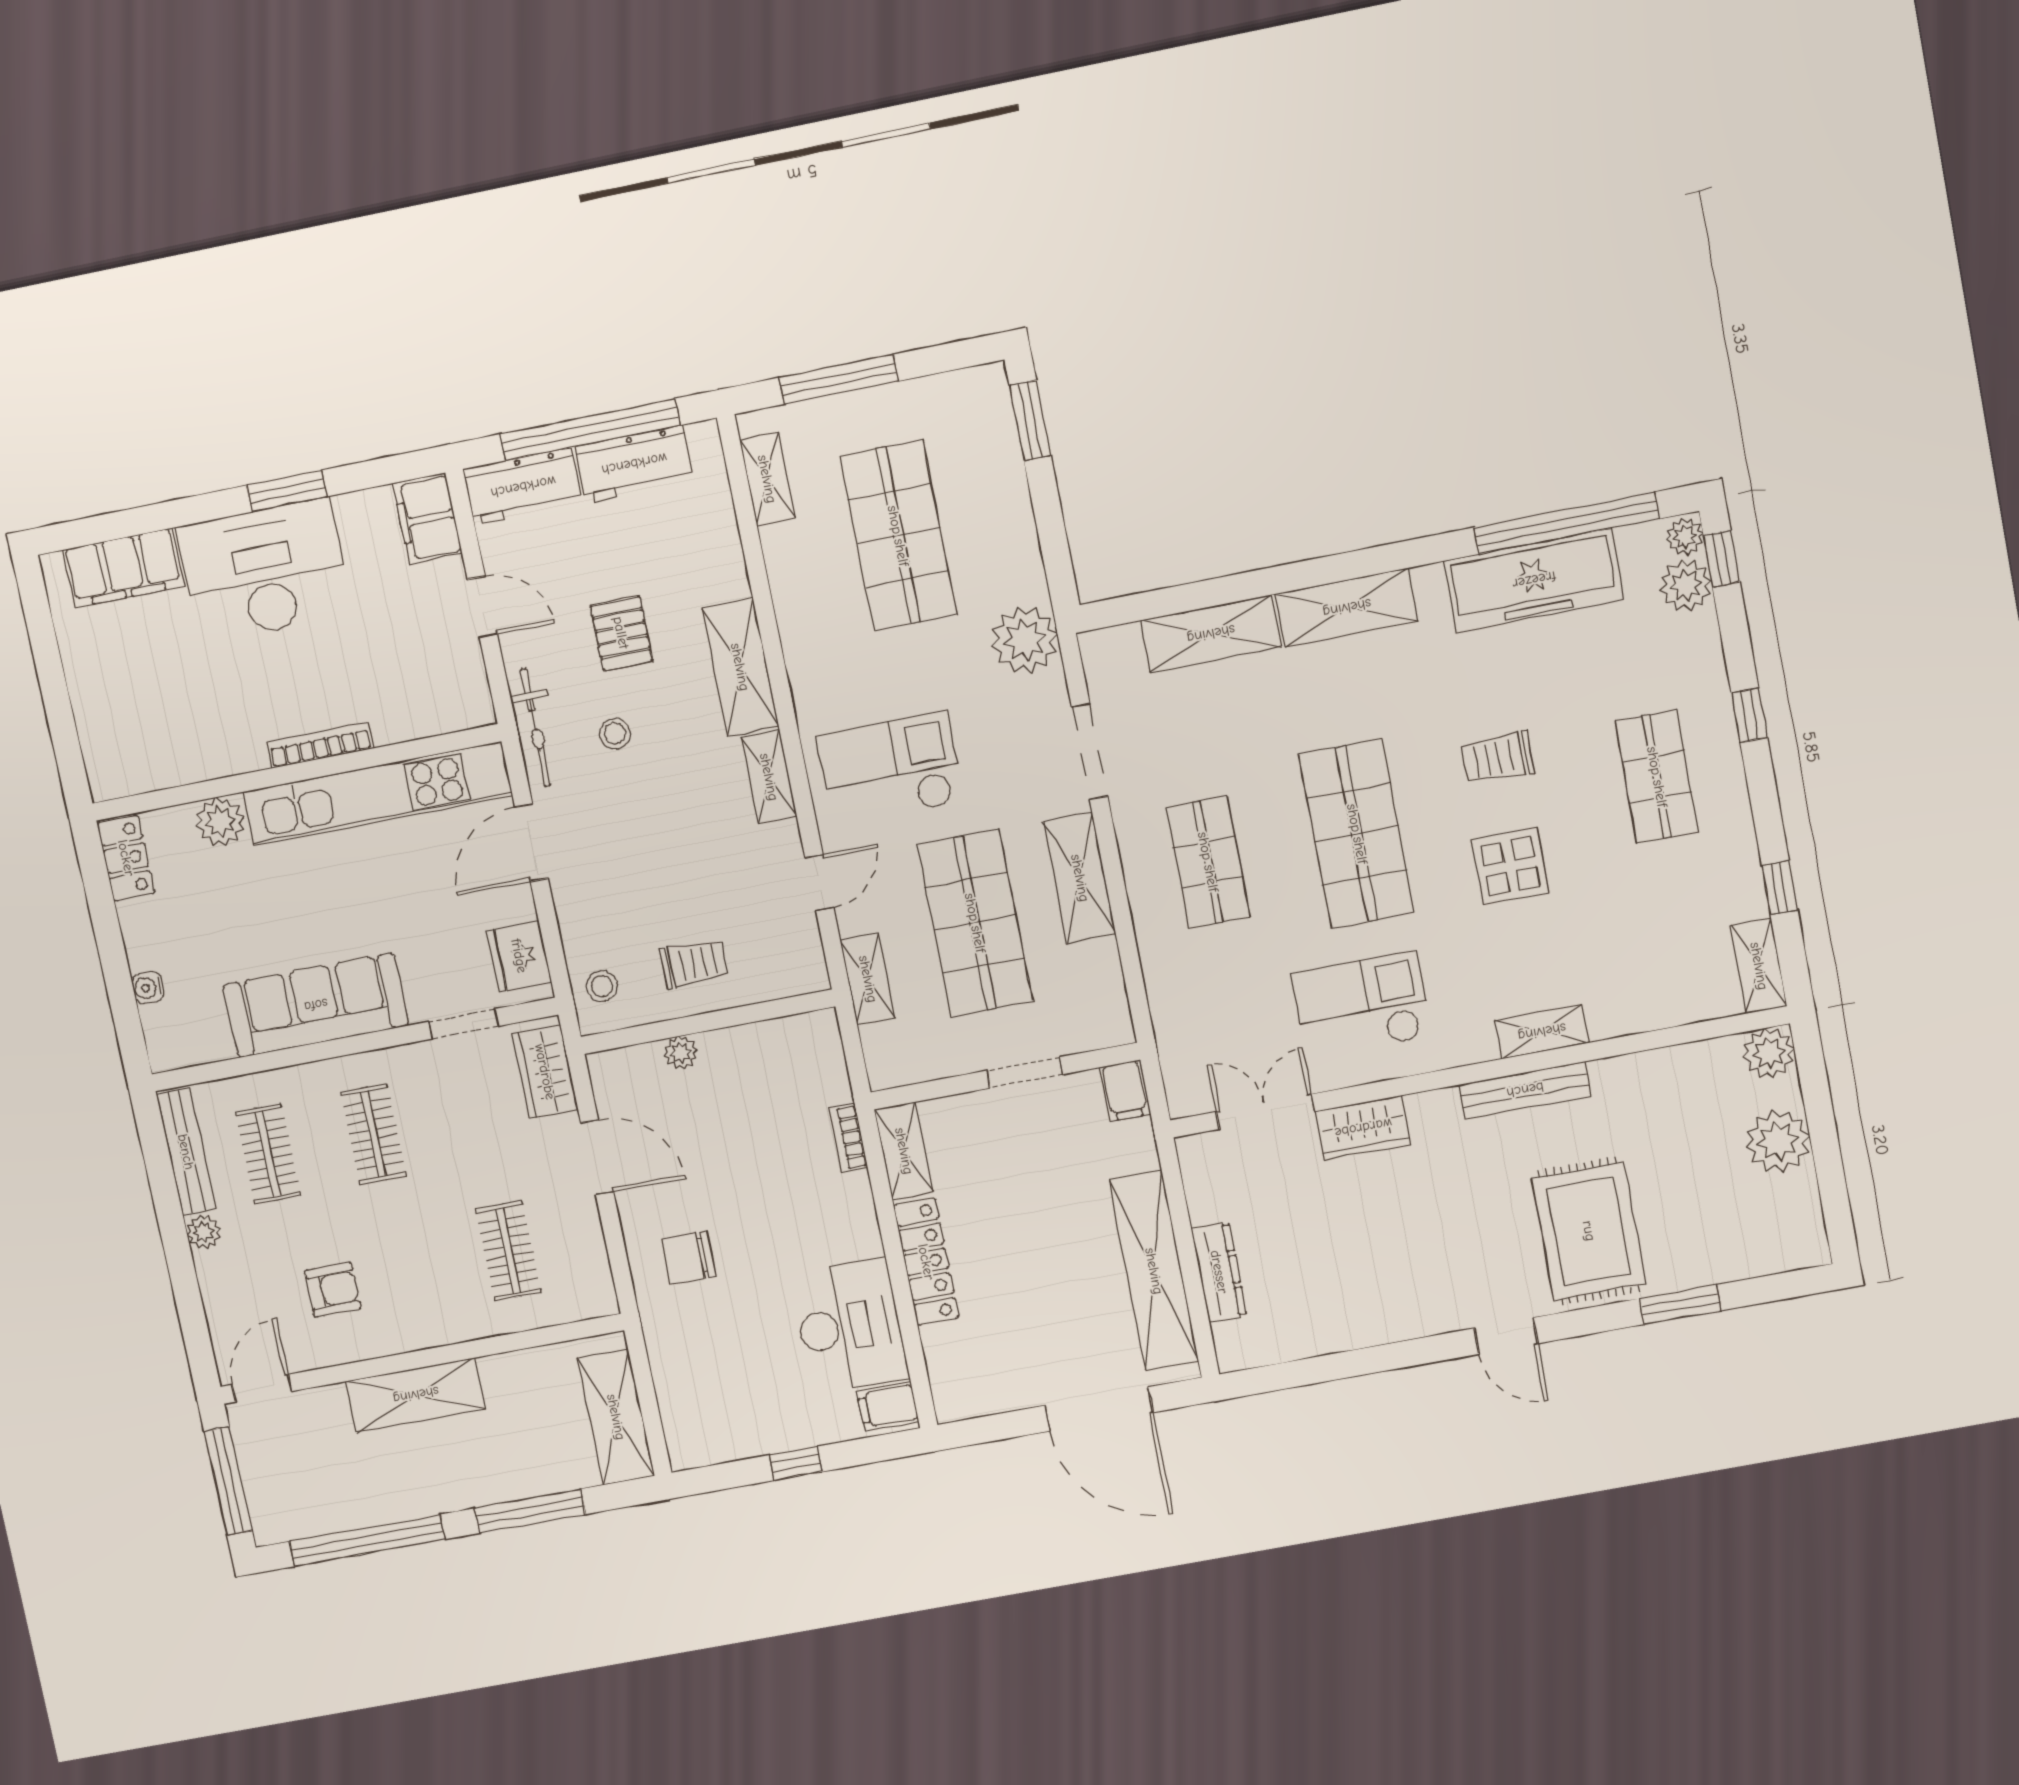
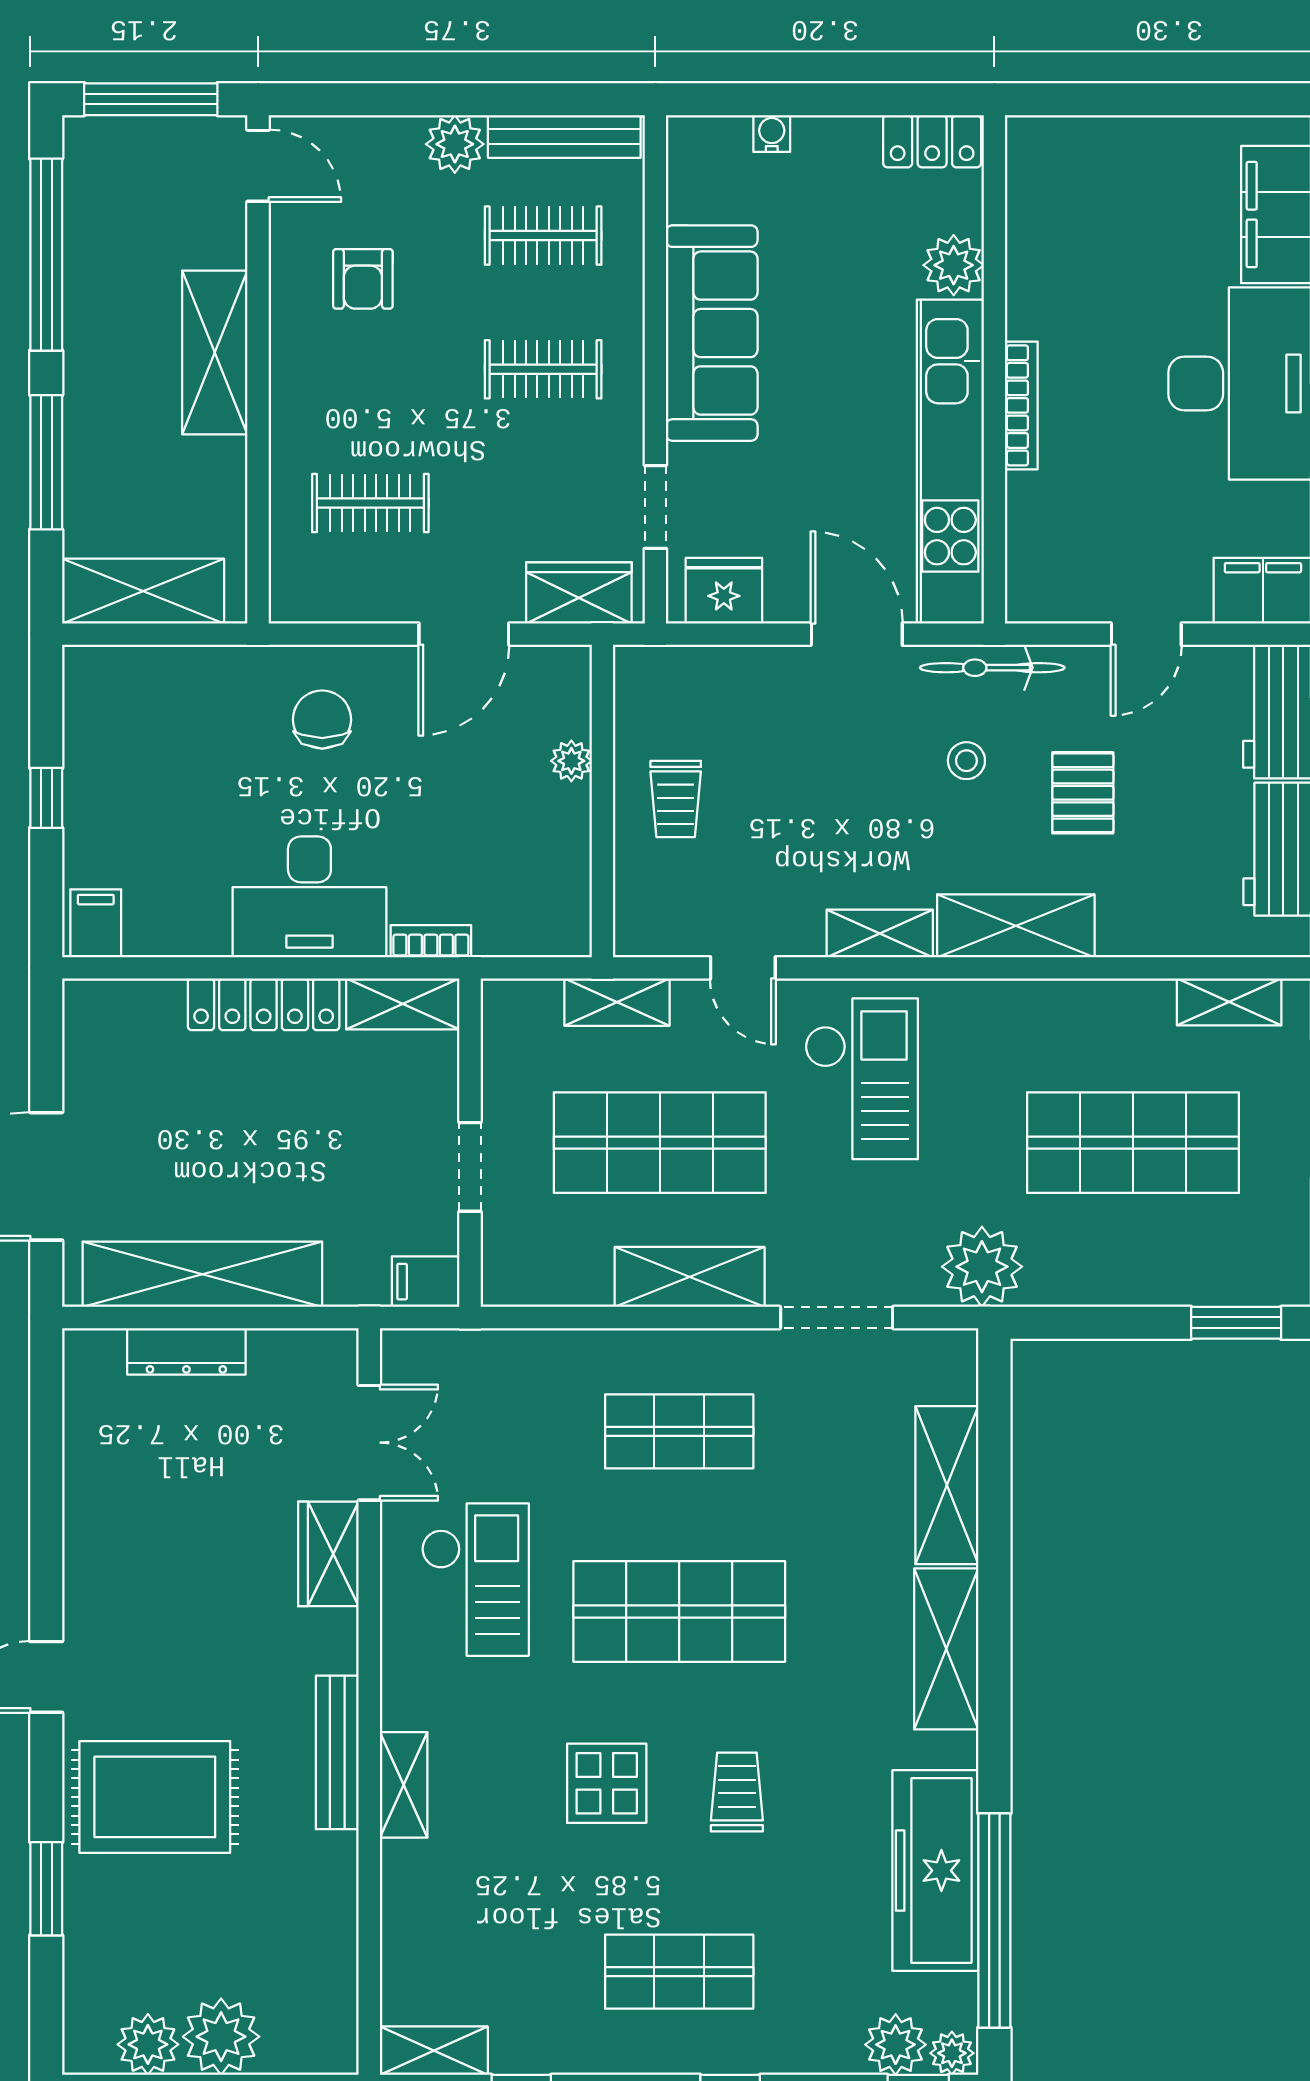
pallet: (621, 633) -> (1083, 793), turned 90
stool: (602, 986) -> (669, 683), removed
plant: (1769, 1053) -> (148, 2044), moved
plant: (204, 1232) -> (455, 144), width x1.38, depth x1.38
desk: (850, 1326) -> (309, 897), moved

